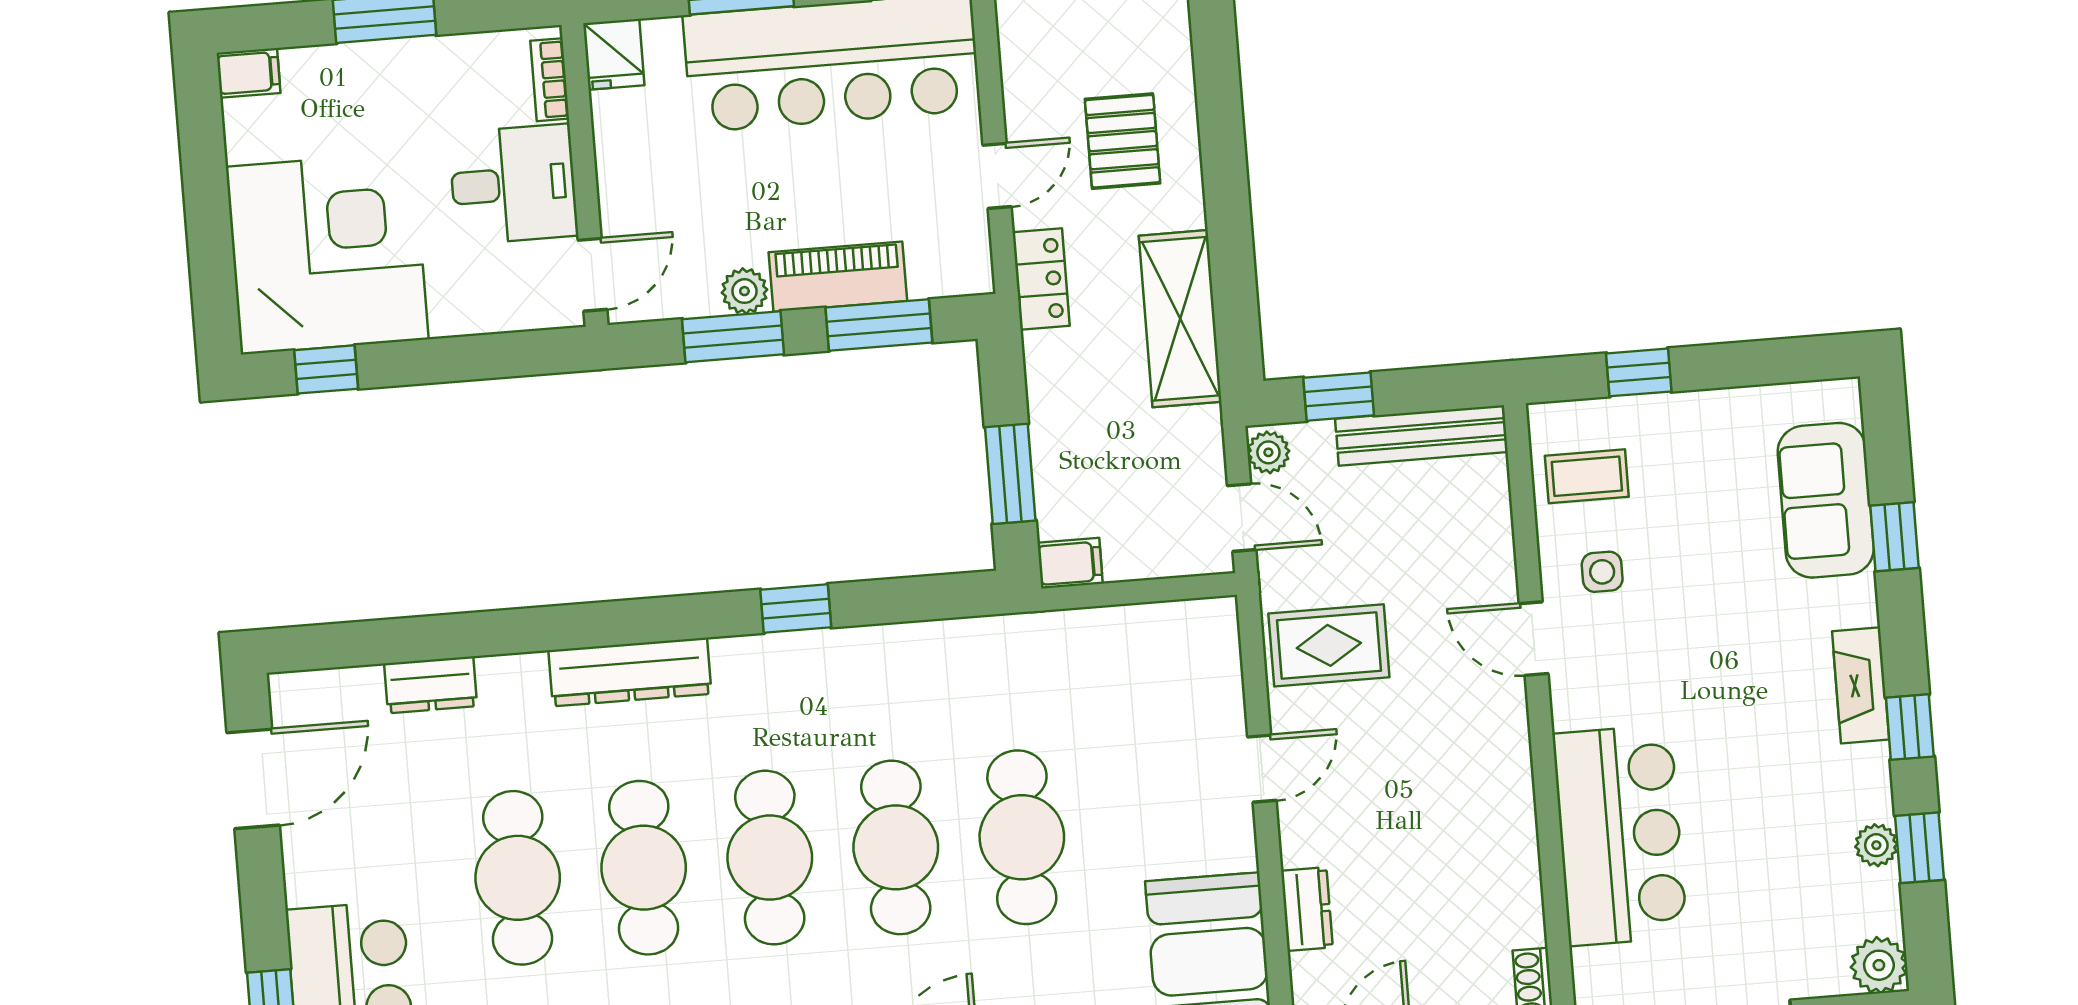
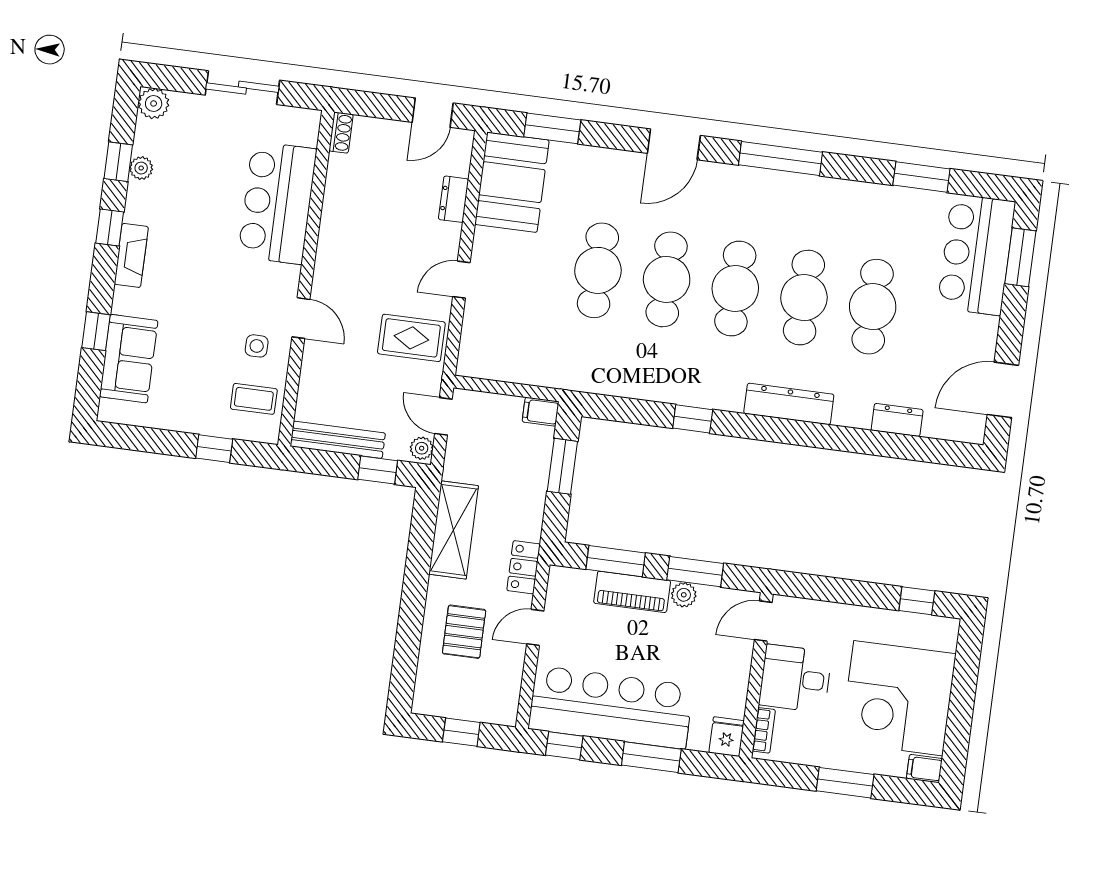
corner desk: (327, 253) -> (898, 698), moved

